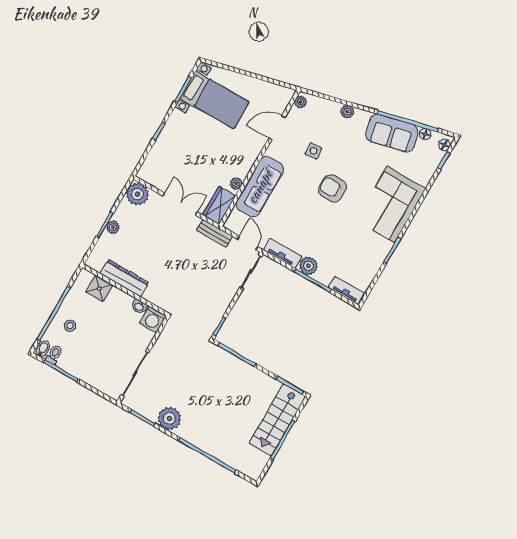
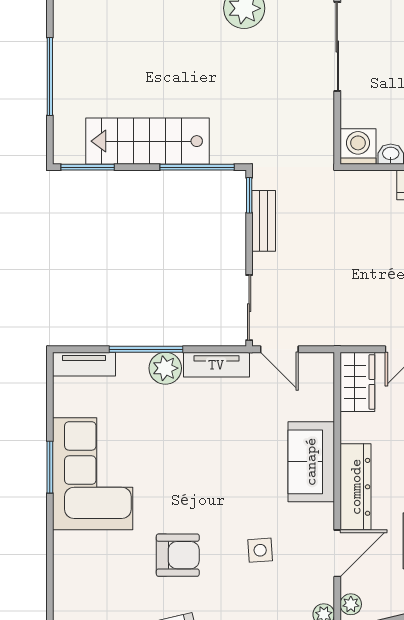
dresser: (249, 155) -> (356, 487), added
plant: (236, 184) -> (351, 604), moved
sofa: (260, 187) -> (311, 462), width x0.73
armchair: (333, 188) -> (178, 555), moved
corner sofa: (391, 205) -> (93, 474), moved
bench: (215, 233) -> (264, 221), moved, turned 90
stairs: (277, 420) -> (147, 141), moved, turned -90

